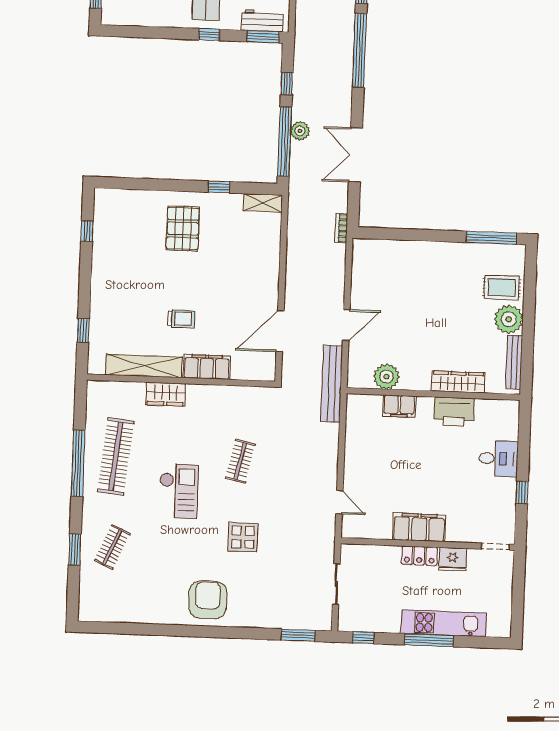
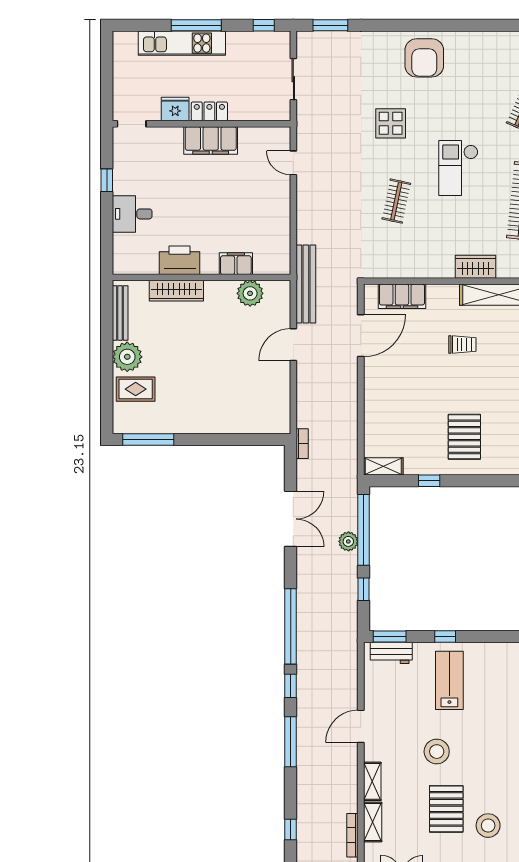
trolley: (181, 319) -> (462, 345), turned 180
filing cabinet: (207, 367) -> (402, 296), moved

